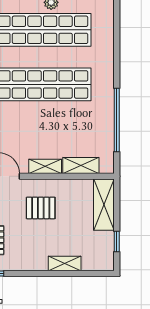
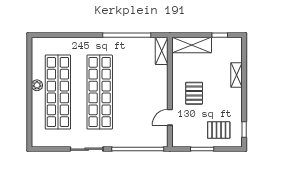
shelving: (45, 166) -> (162, 90), removed
shelving: (81, 166) -> (162, 51), moved

